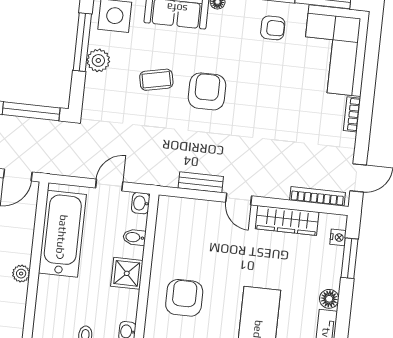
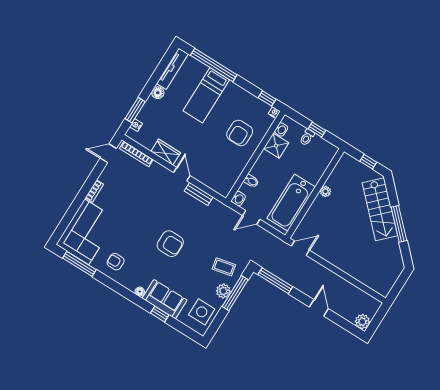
window: (82, 42) -> (235, 293), moved
coffee table: (156, 80) -> (224, 267), moved
armchair: (207, 91) -> (170, 244), turned -90
wardrobe: (287, 220) -> (166, 152), width x0.67
shower: (127, 273) -> (276, 146), moved

